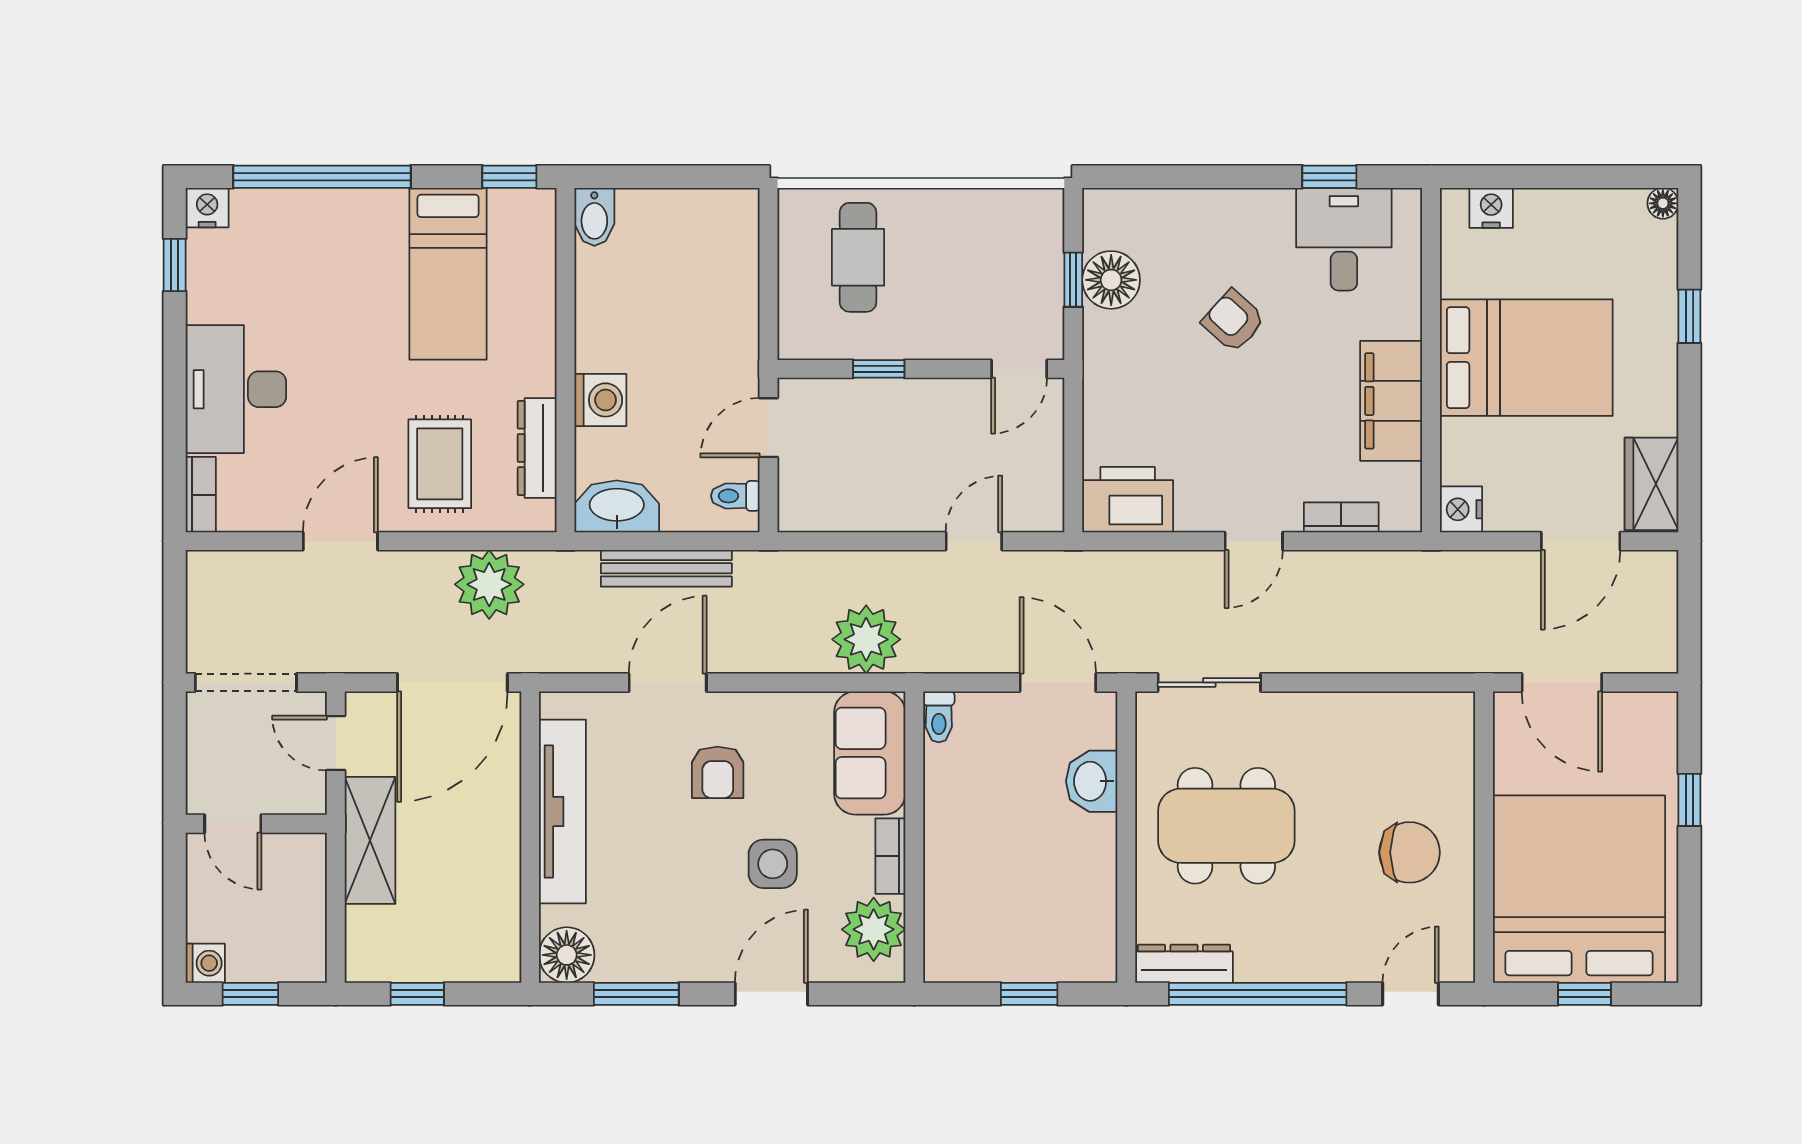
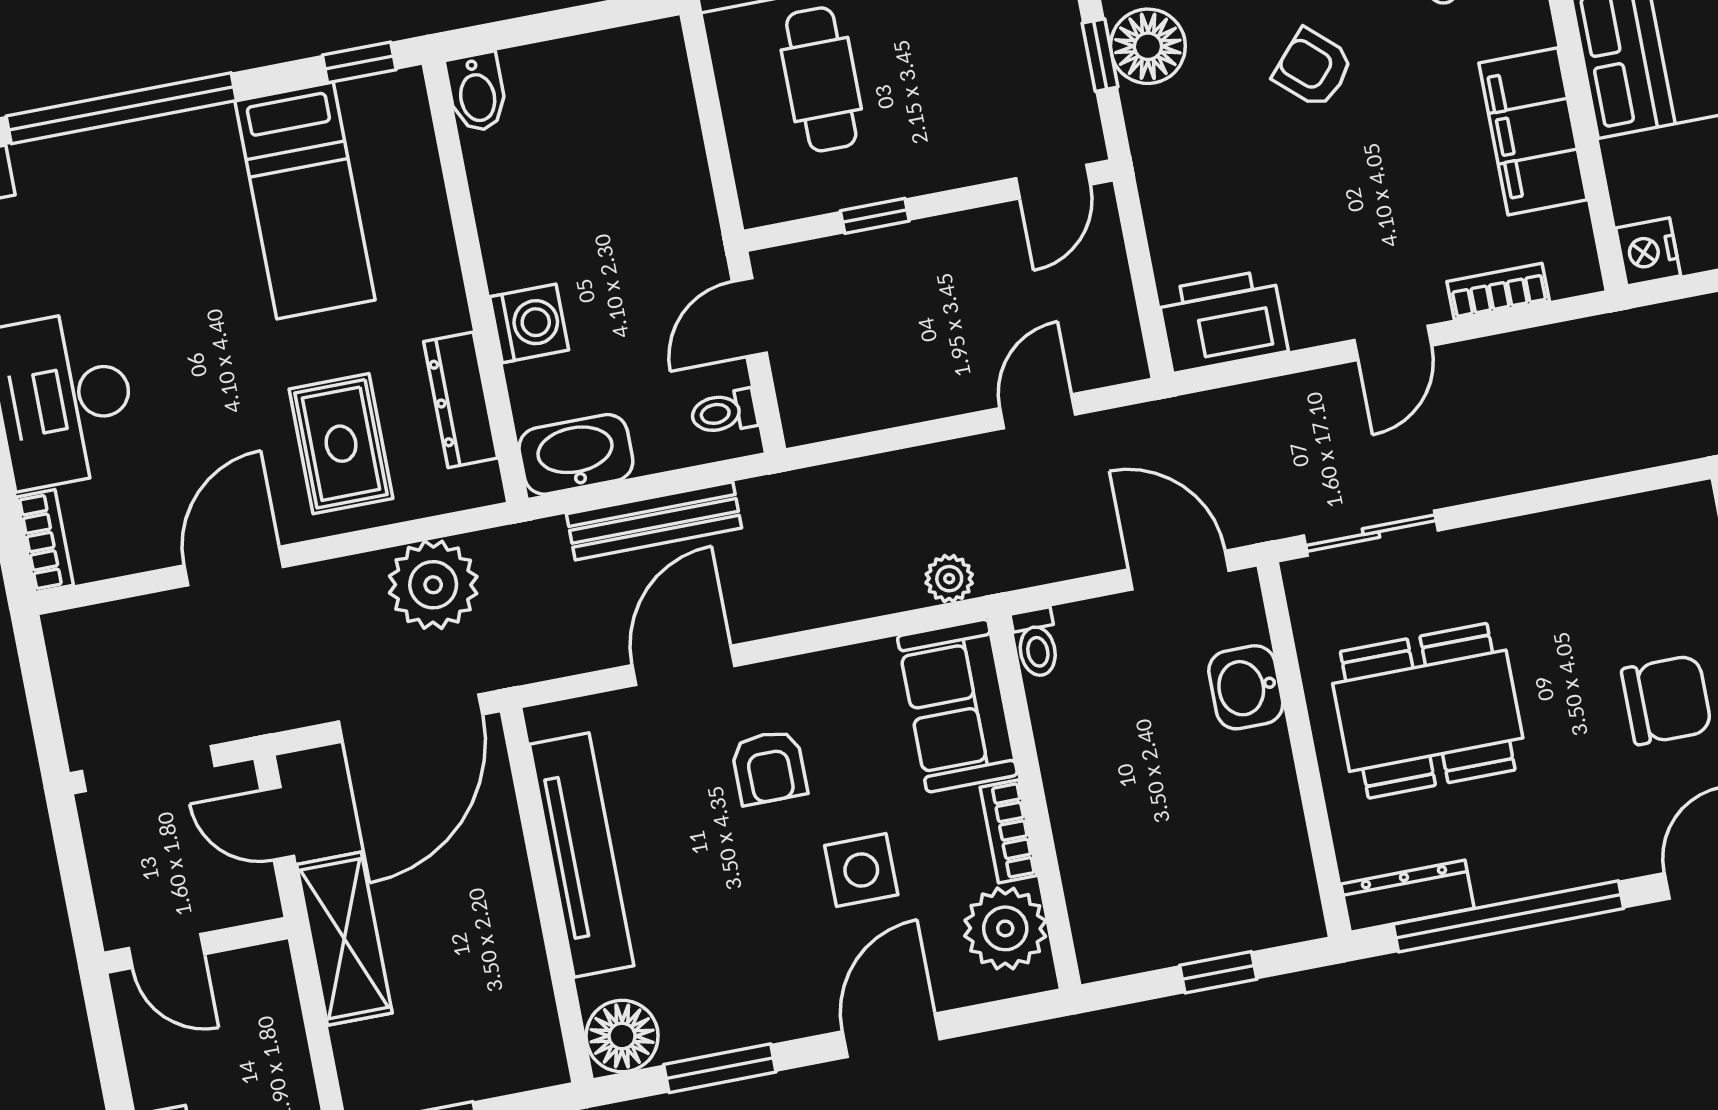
plant: (866, 639) -> (949, 579), width x0.53, depth x0.53

